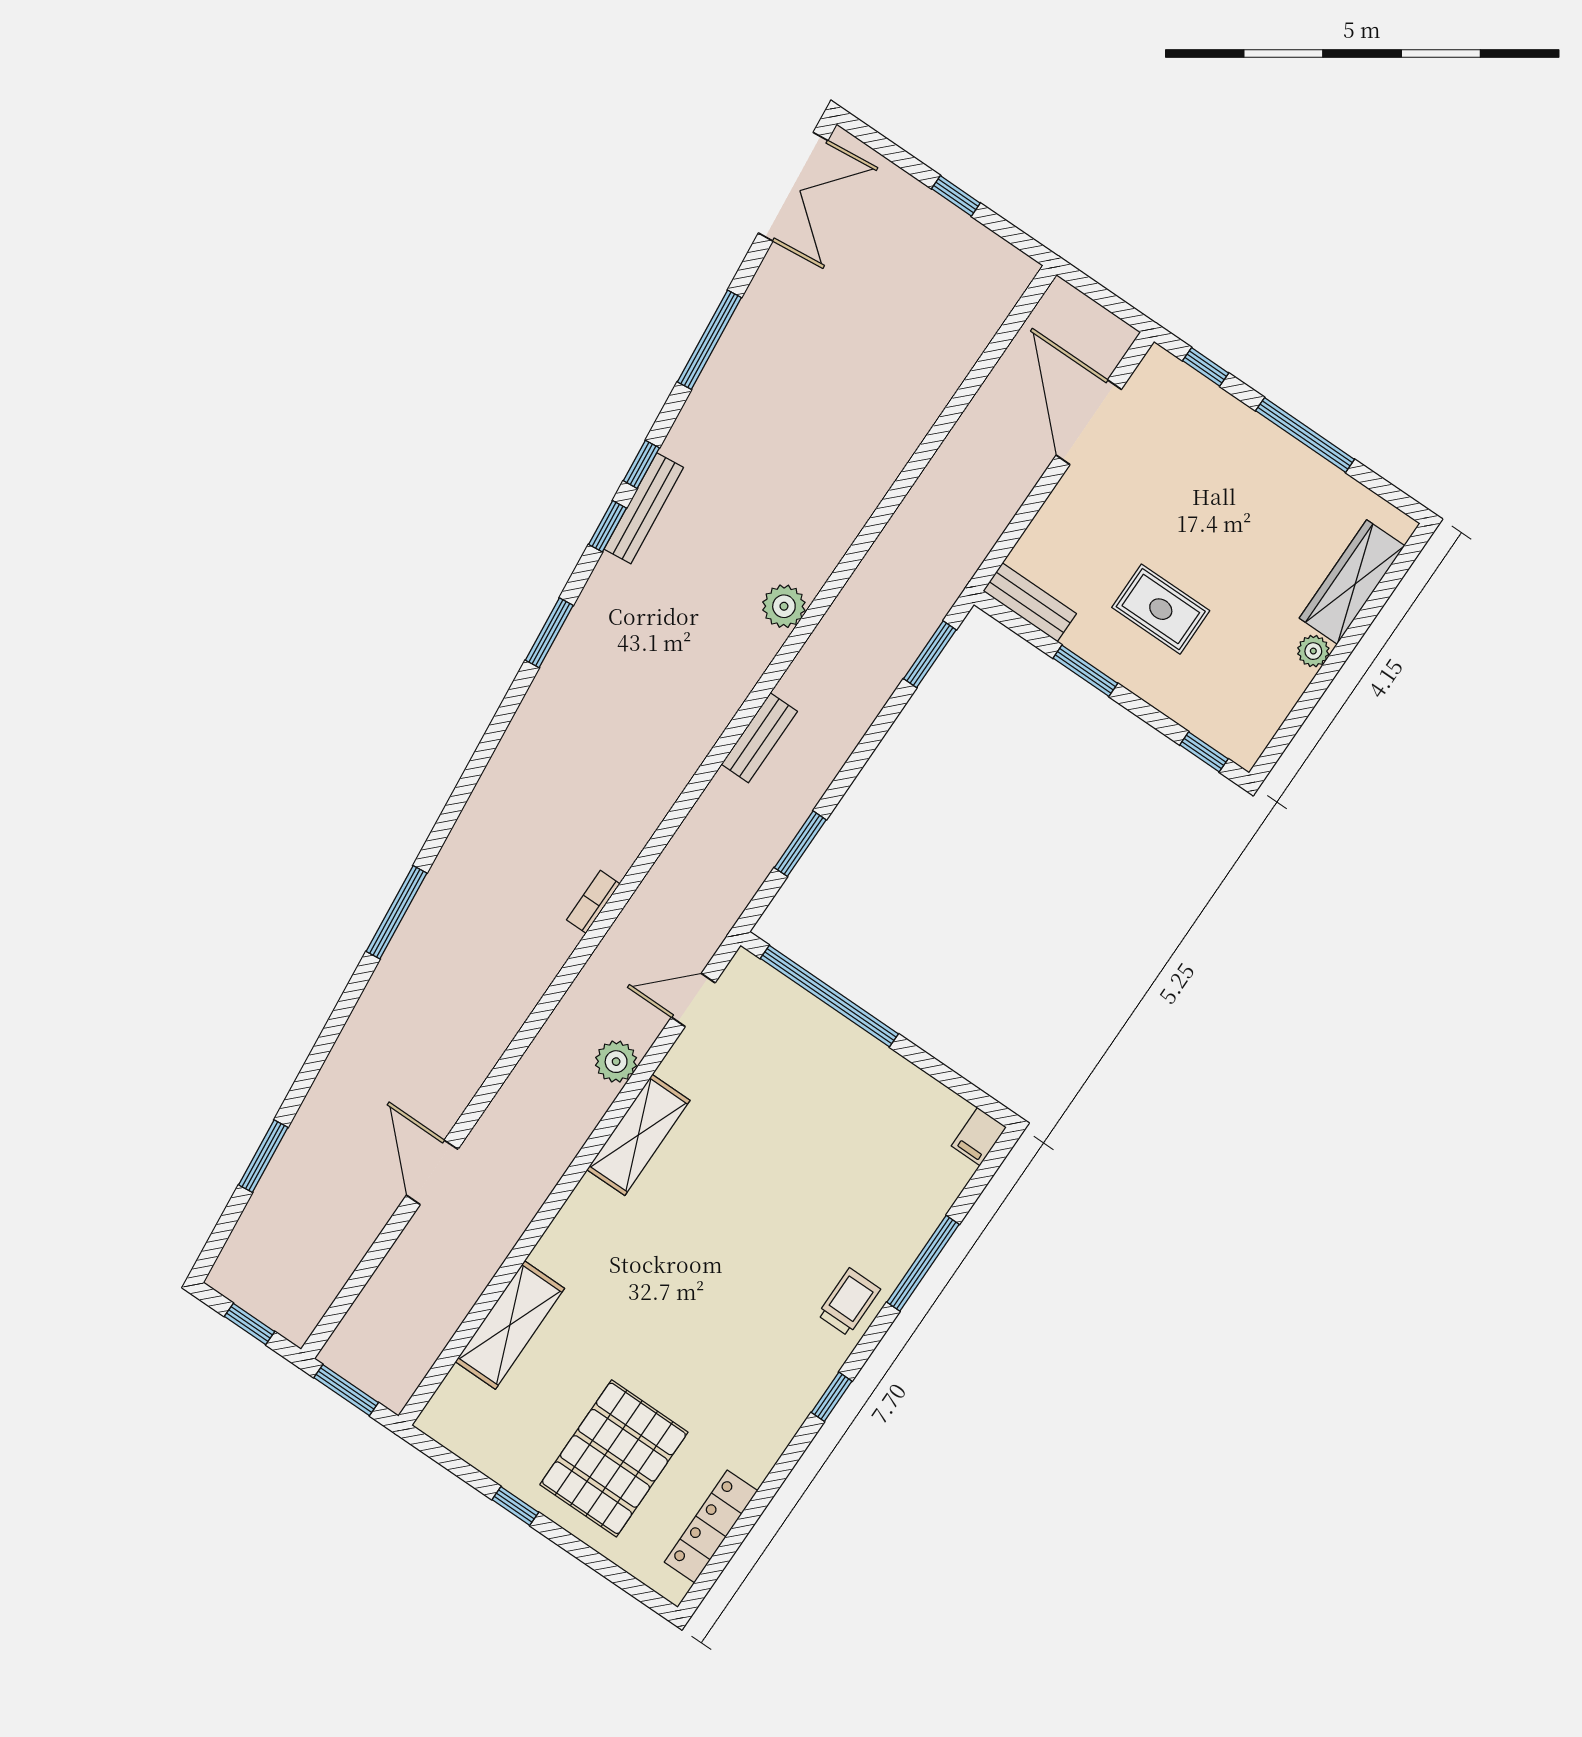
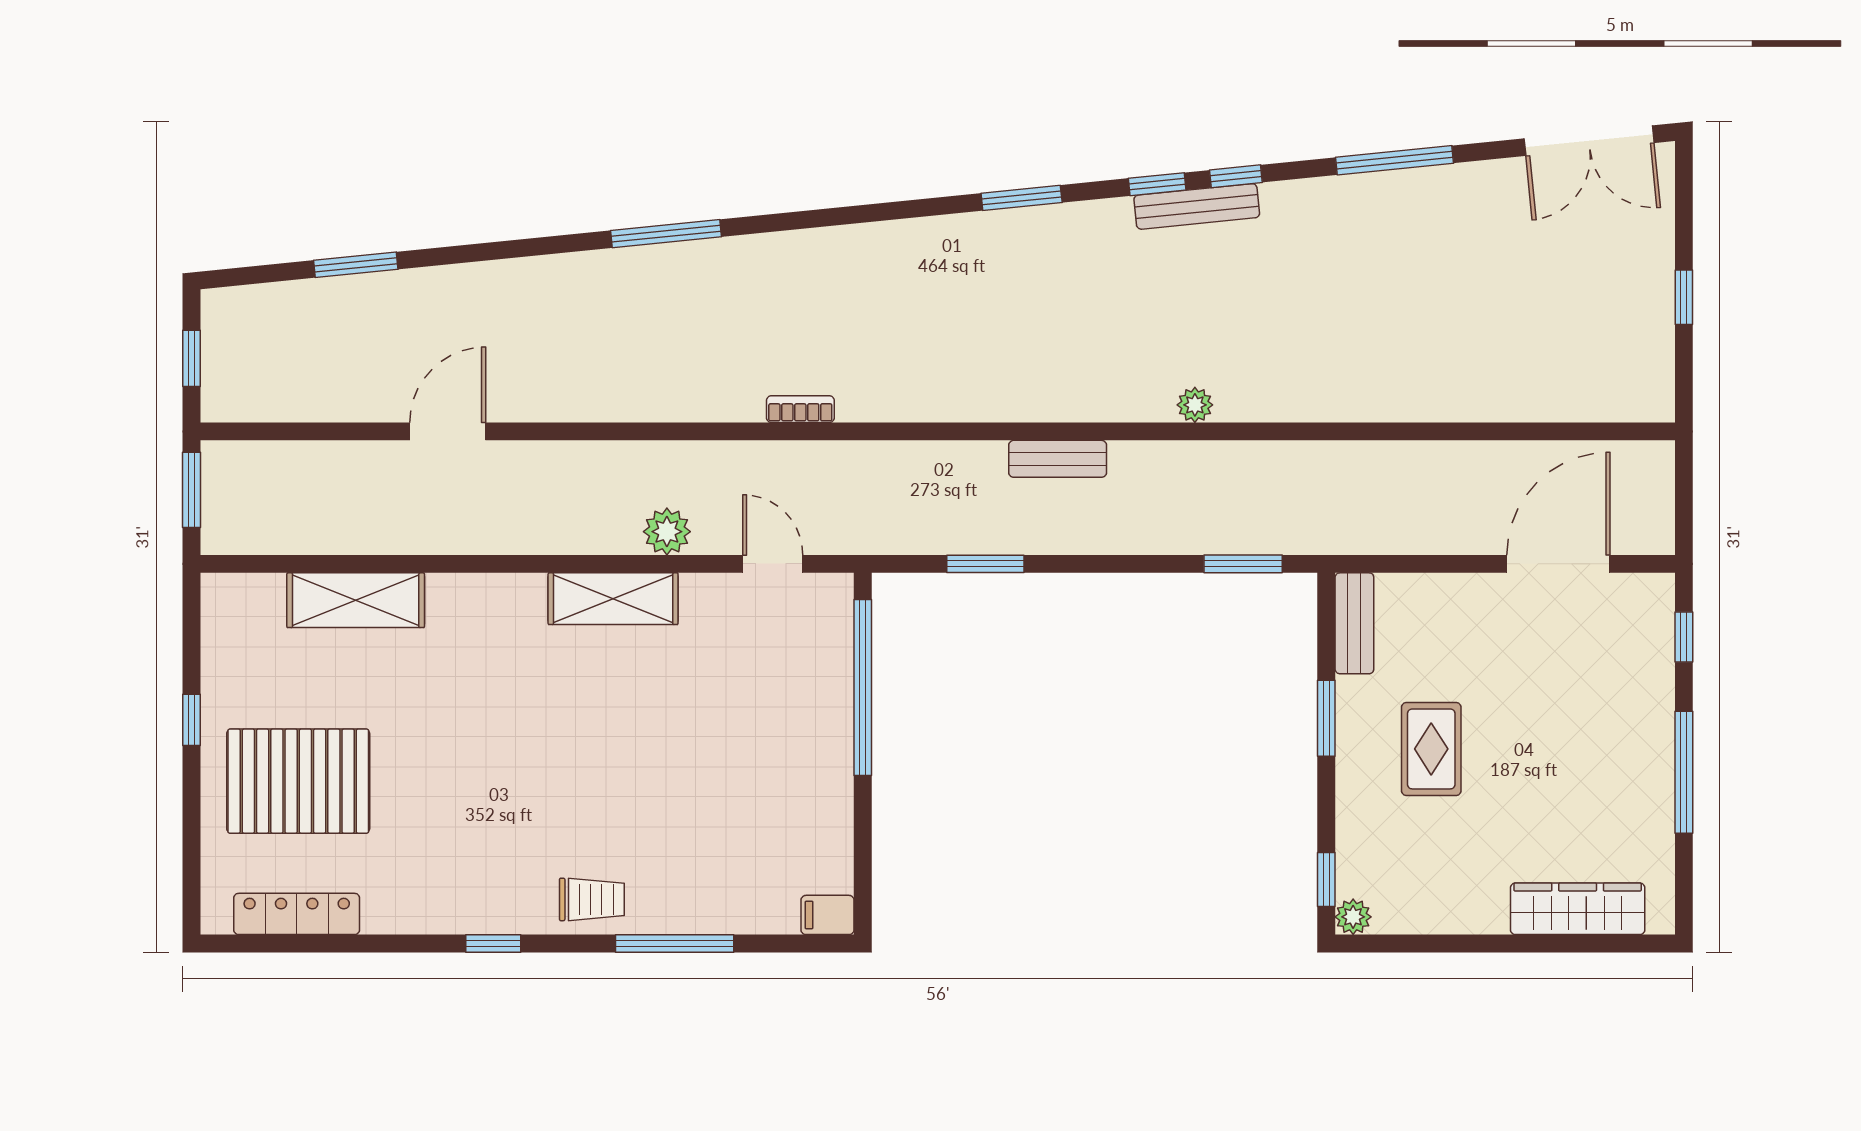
plant: (784, 606) -> (1195, 405), width x0.73, depth x0.73
plant: (1313, 651) -> (1353, 917), moved

